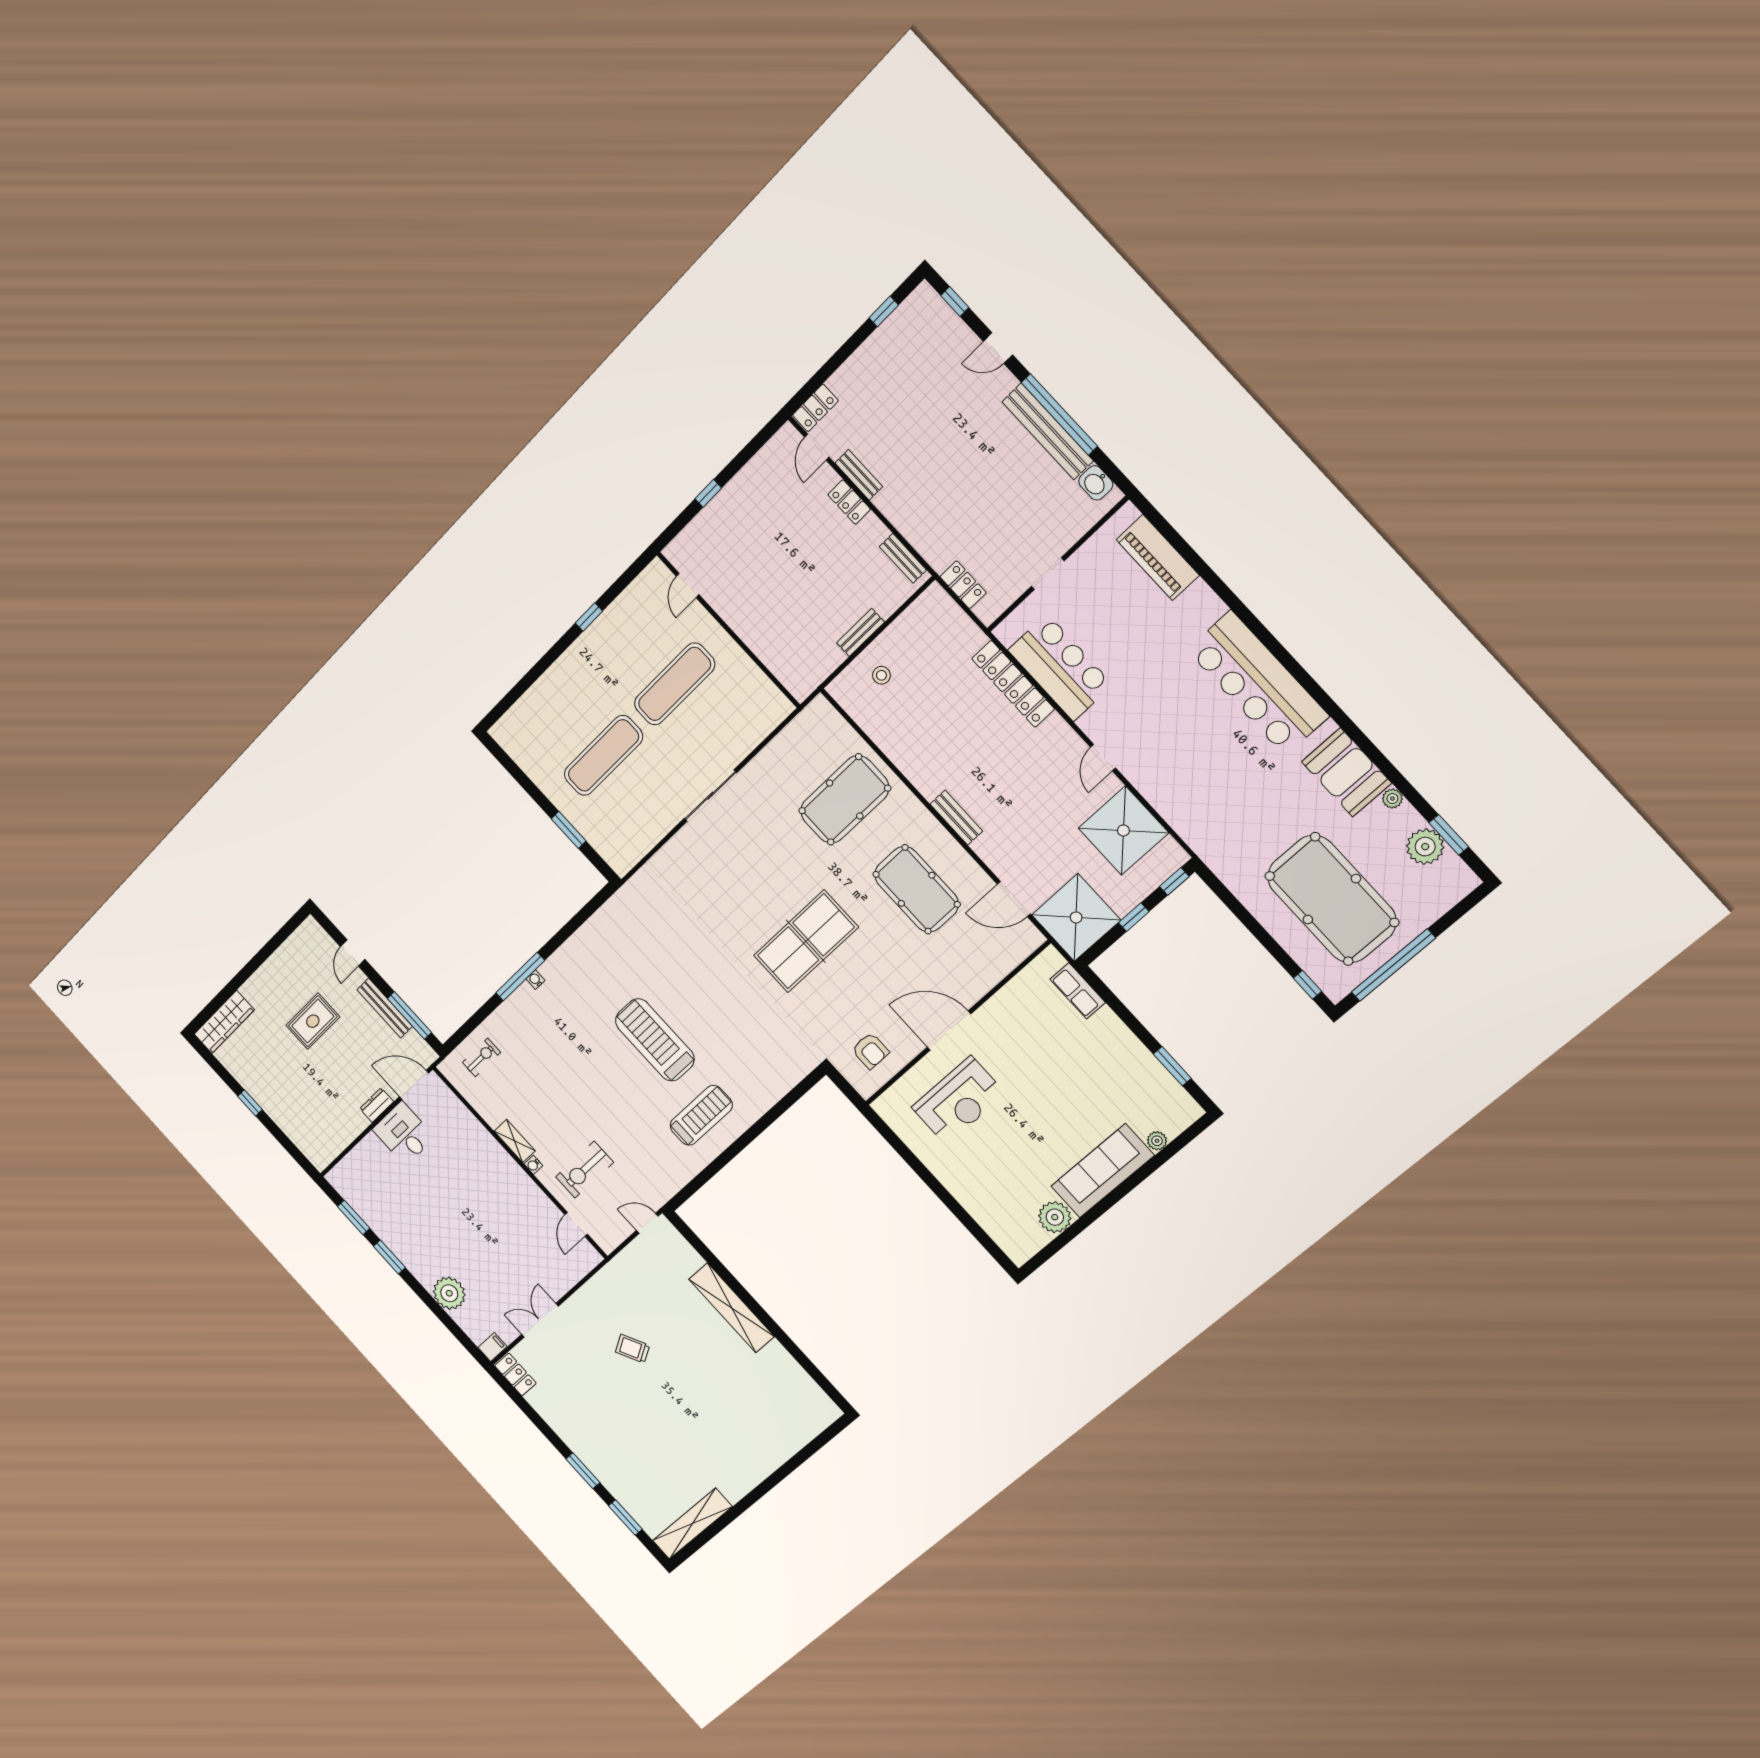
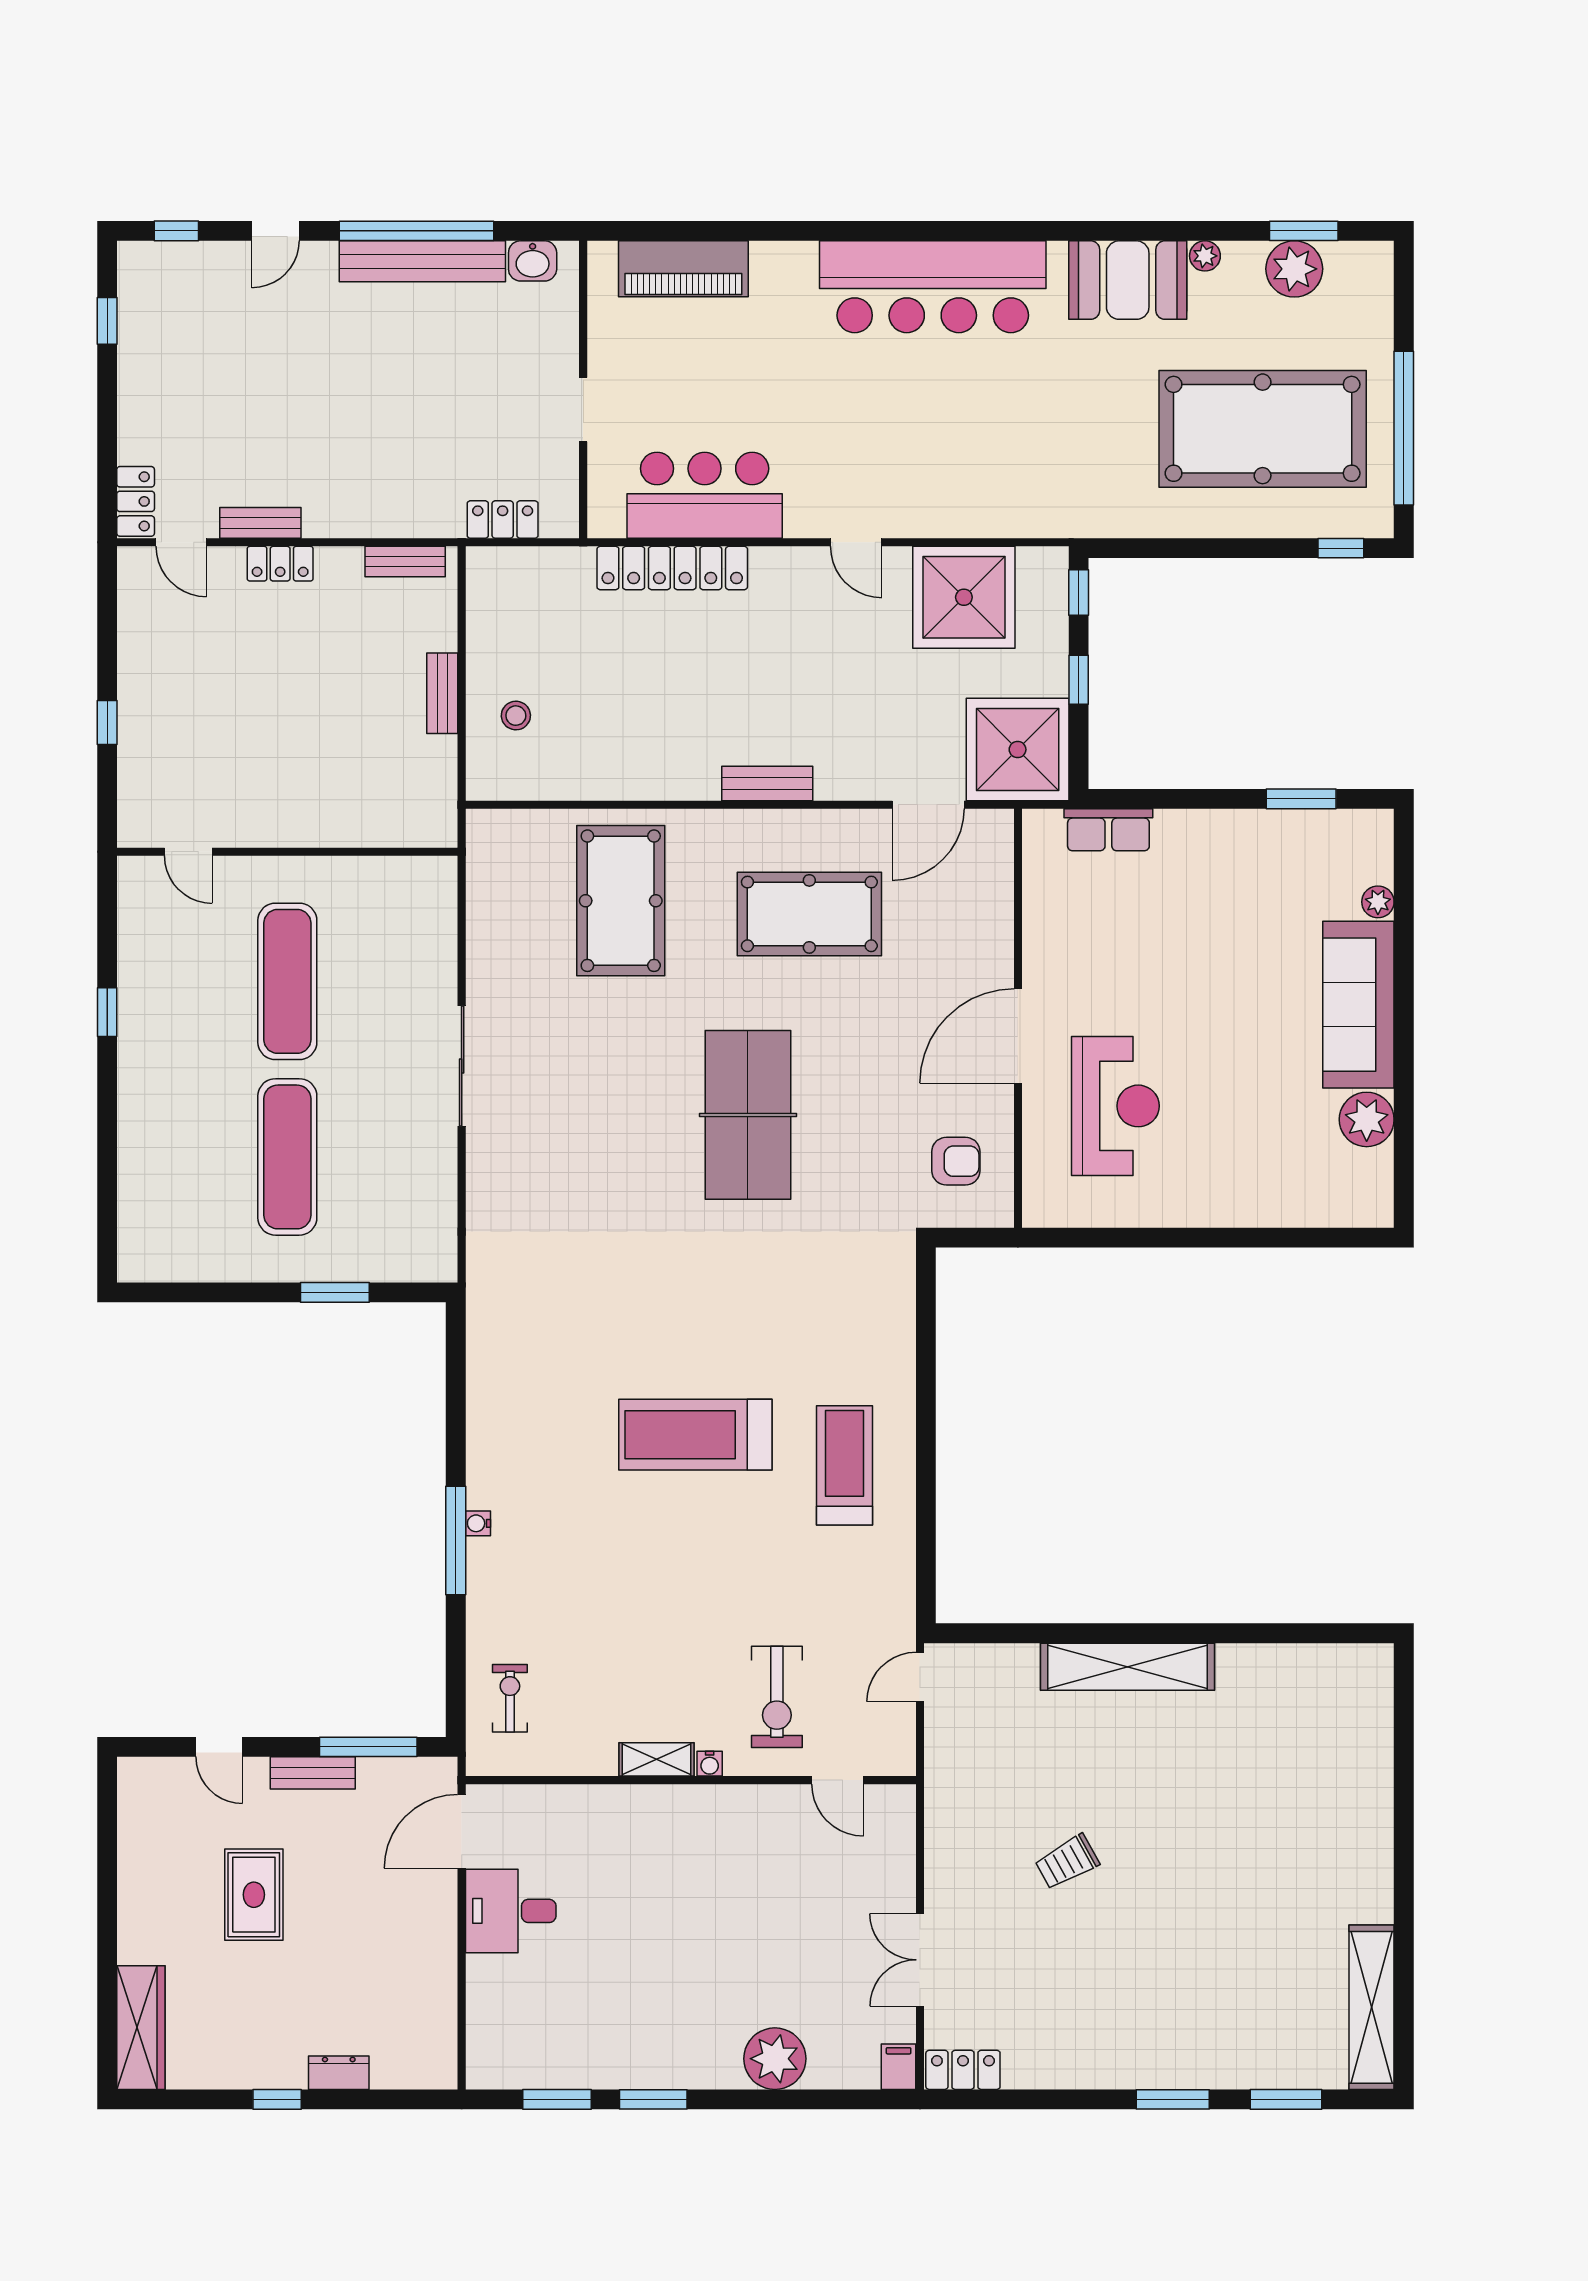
bench: (385, 1008) -> (313, 1773), width x0.73
dresser: (377, 1105) -> (339, 2073), moved, turned 90

